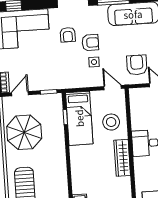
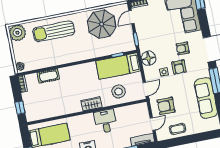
armchair: (137, 65) -> (166, 106), turned 180
floor lamp: (74, 79) -> (149, 58), added
door: (20, 94) -> (131, 17), swing flipped
wardrobe: (122, 158) -> (91, 104), width x0.67

